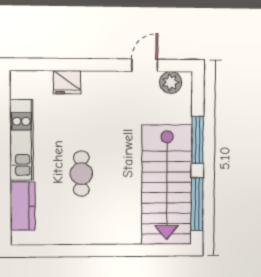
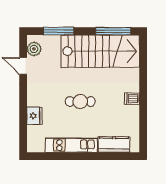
window: (198, 140) -> (59, 31), moved
cafe table: (81, 174) -> (80, 101), moved
dishwasher: (94, 234) -> (132, 99), added

